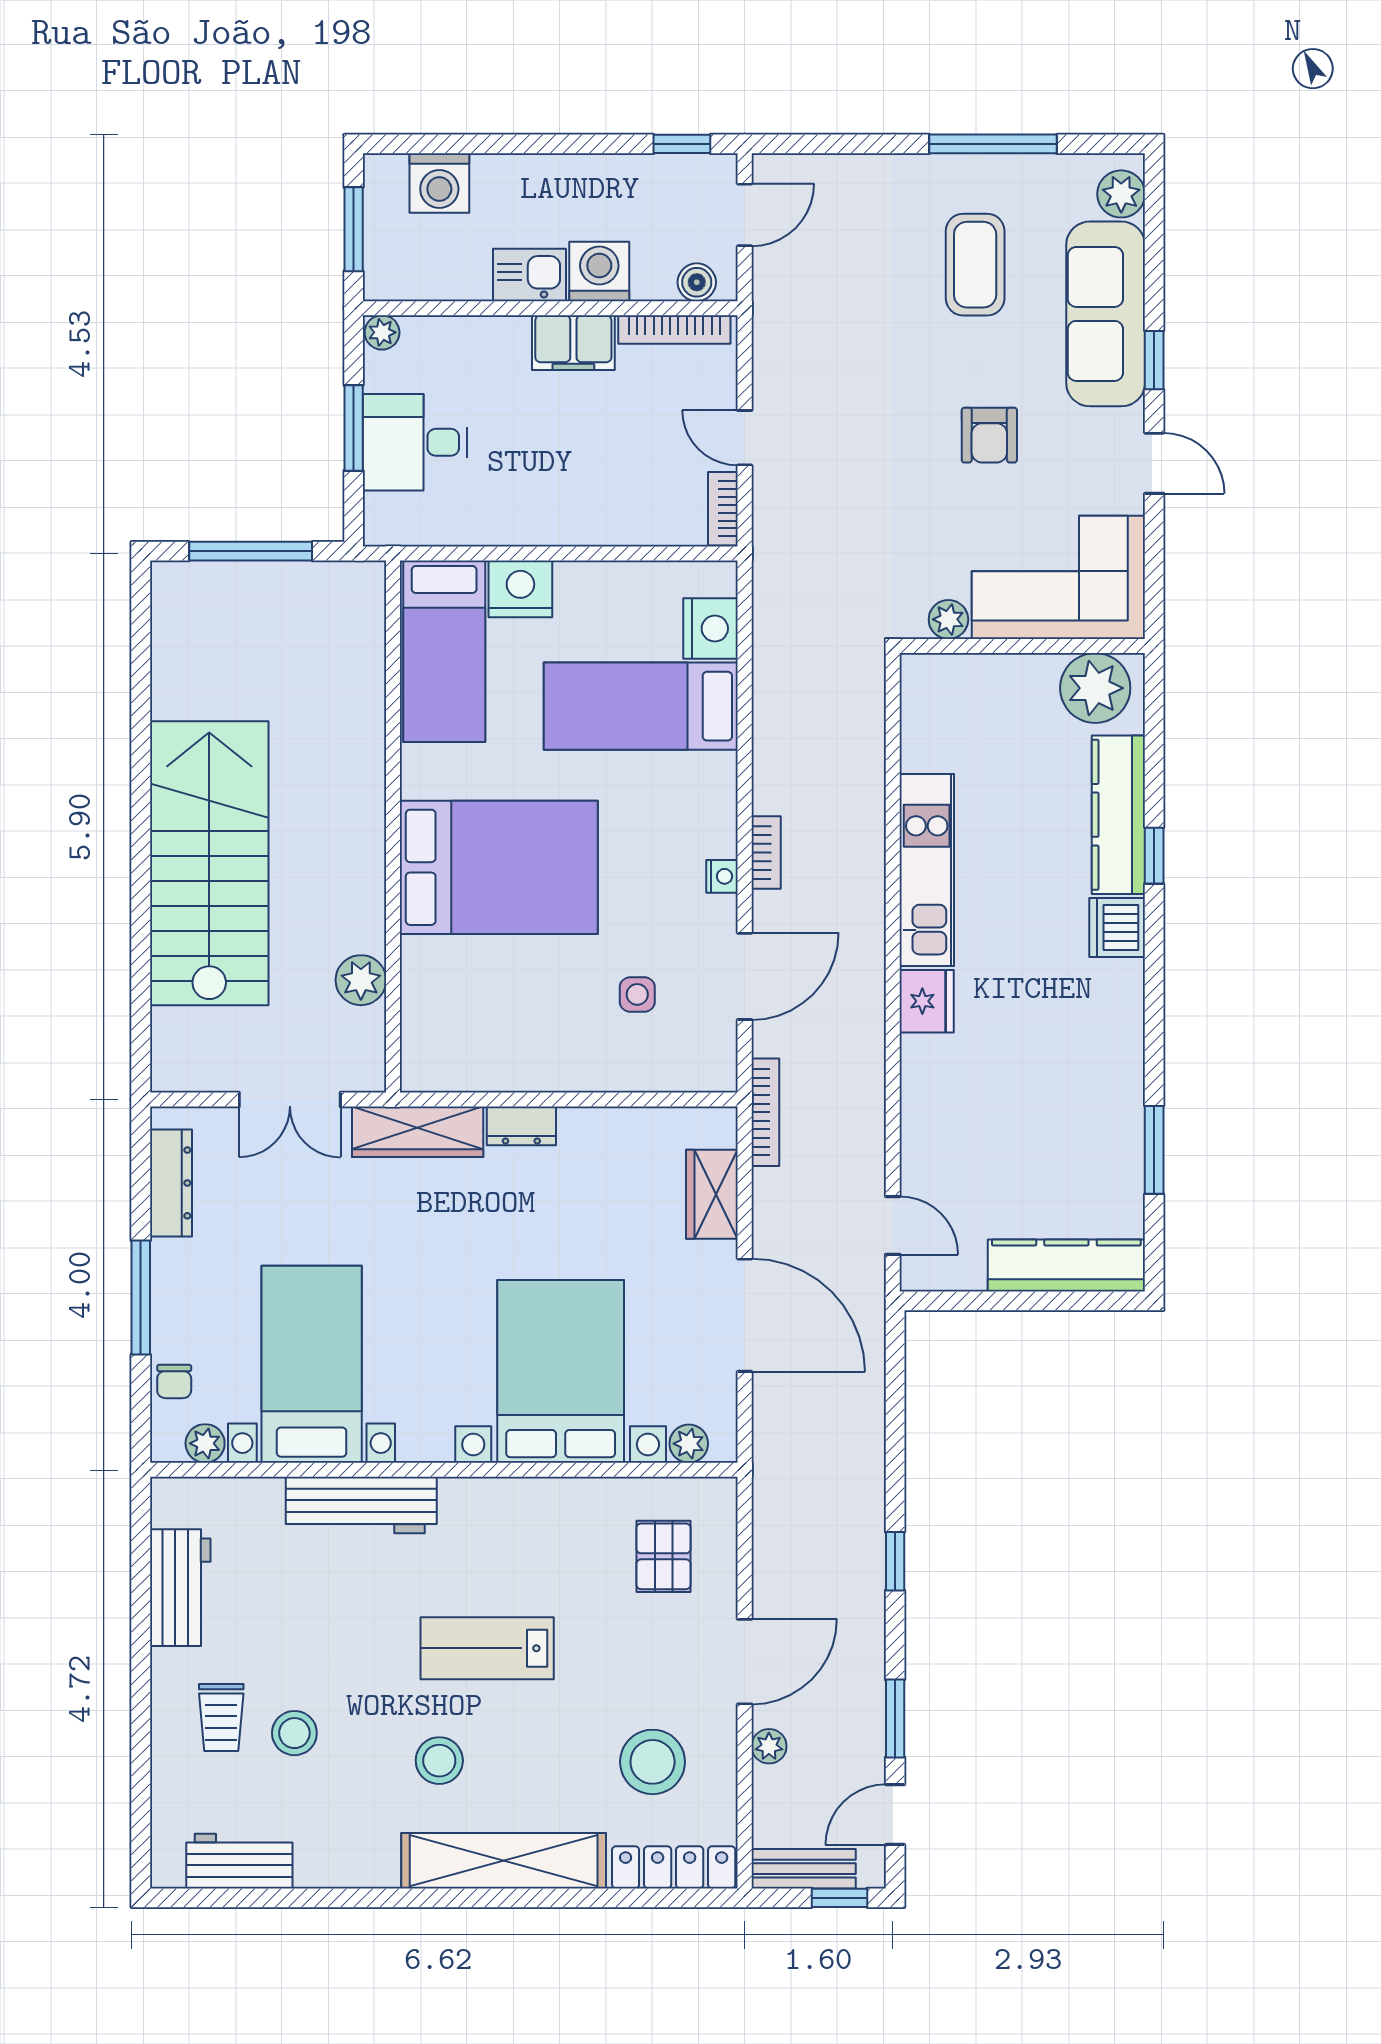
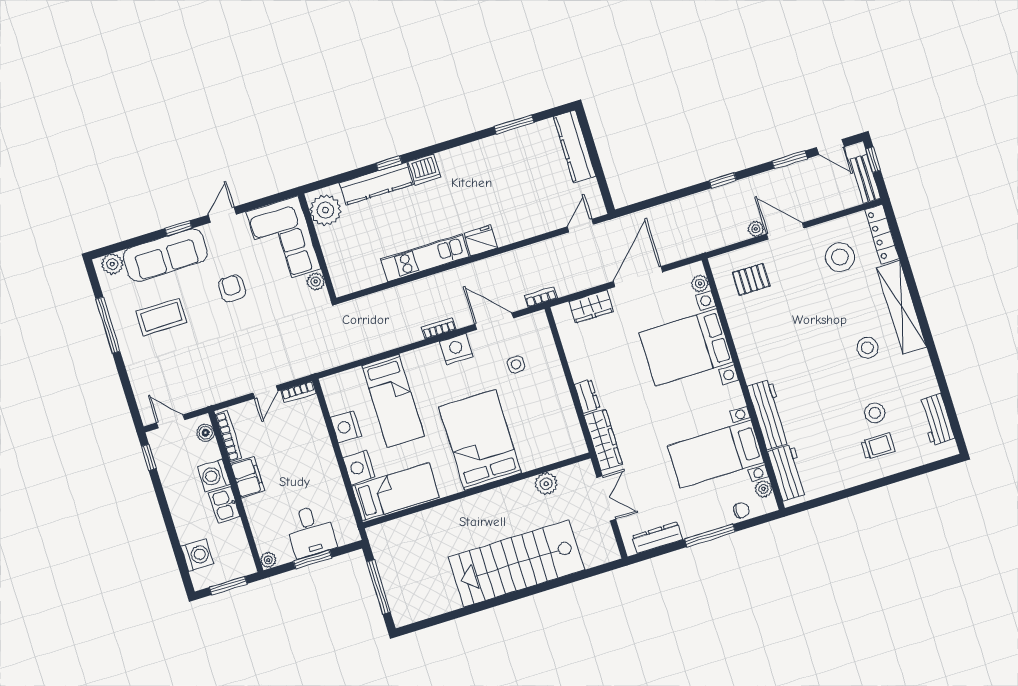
armchair: (989, 435) -> (232, 288), turned -90
nightstand: (711, 628) -> (346, 427), moved, turned -90
nightstand: (722, 876) -> (456, 349), width x1.89, depth x1.79
bookcase: (765, 1112) -> (541, 297), width x0.64
workbench: (180, 1588) -> (788, 473), moved, turned 90
lab bench: (487, 1648) -> (813, 342), removed
plant: (769, 1746) -> (756, 229), moved

